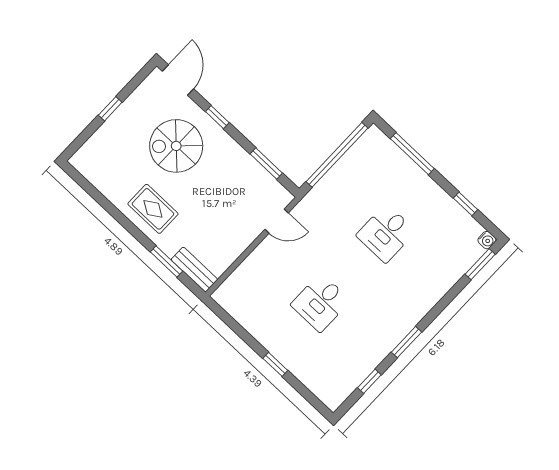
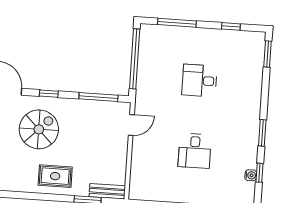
spiral stairs: (176, 146) -> (39, 129), turned 180
window: (266, 164) -> (98, 97), width x1.44
desk: (386, 233) -> (199, 81), turned 90
water cooler: (487, 240) -> (251, 175), moved

